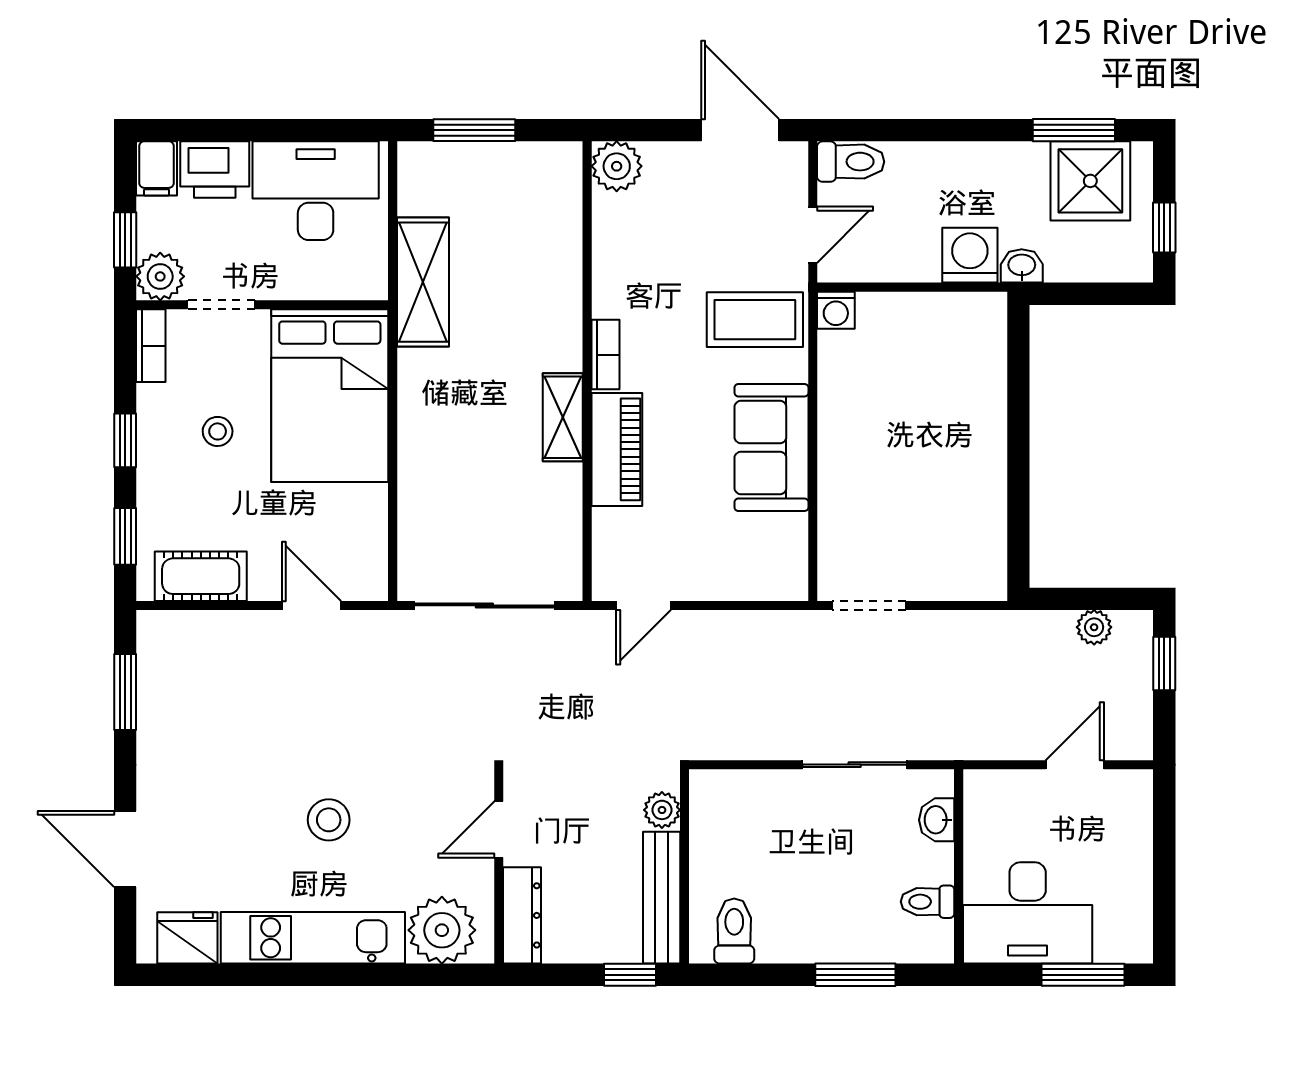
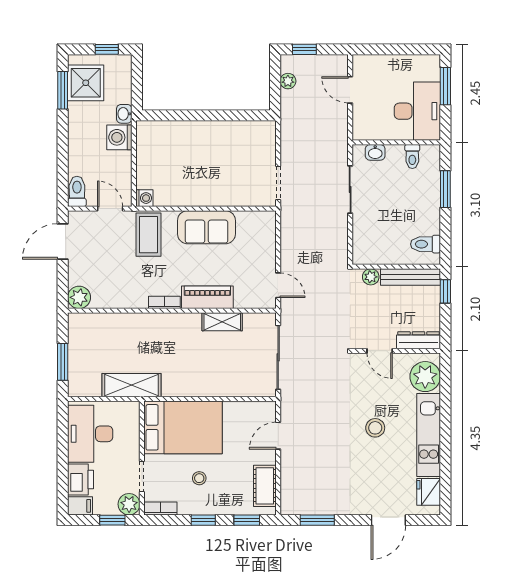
shelving: (563, 417) -> (222, 322), moved

